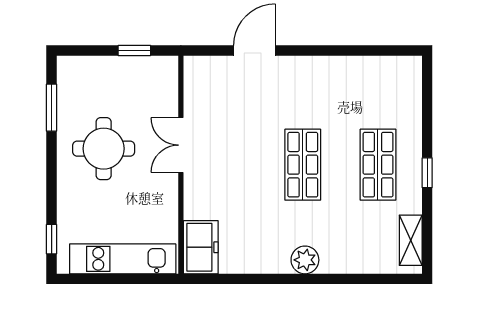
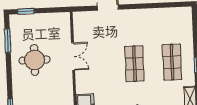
window: (134, 51) -> (26, 11), moved
double door: (181, 145) -> (73, 57), swing flipped

